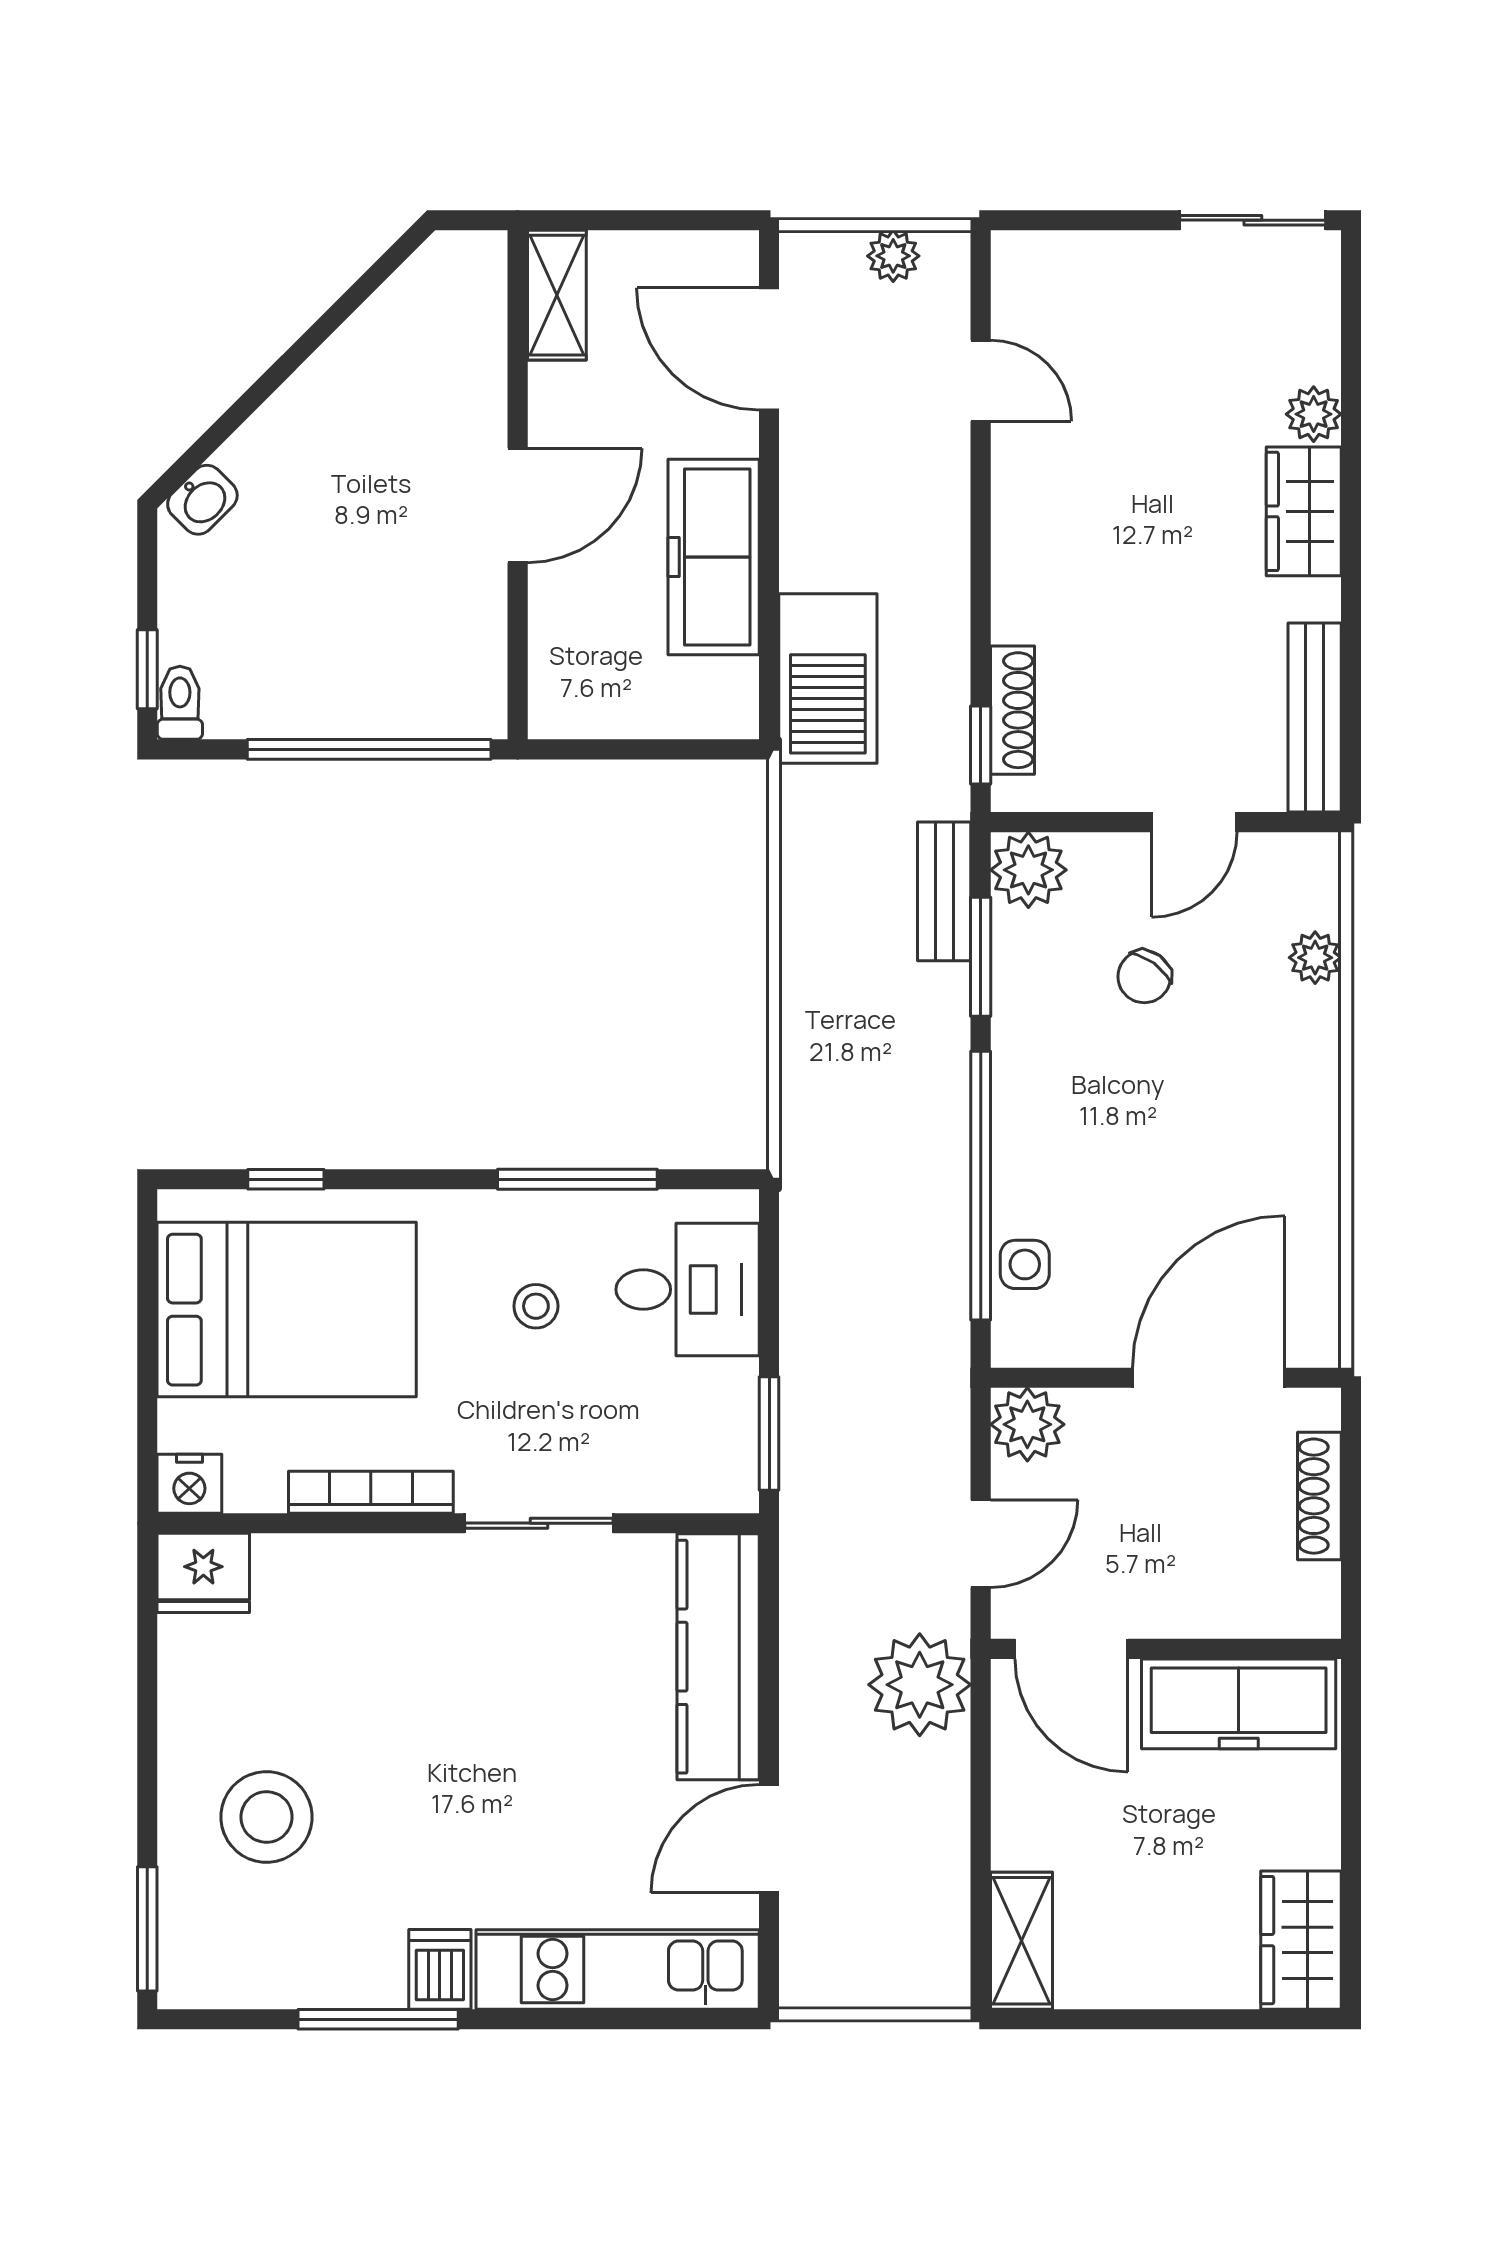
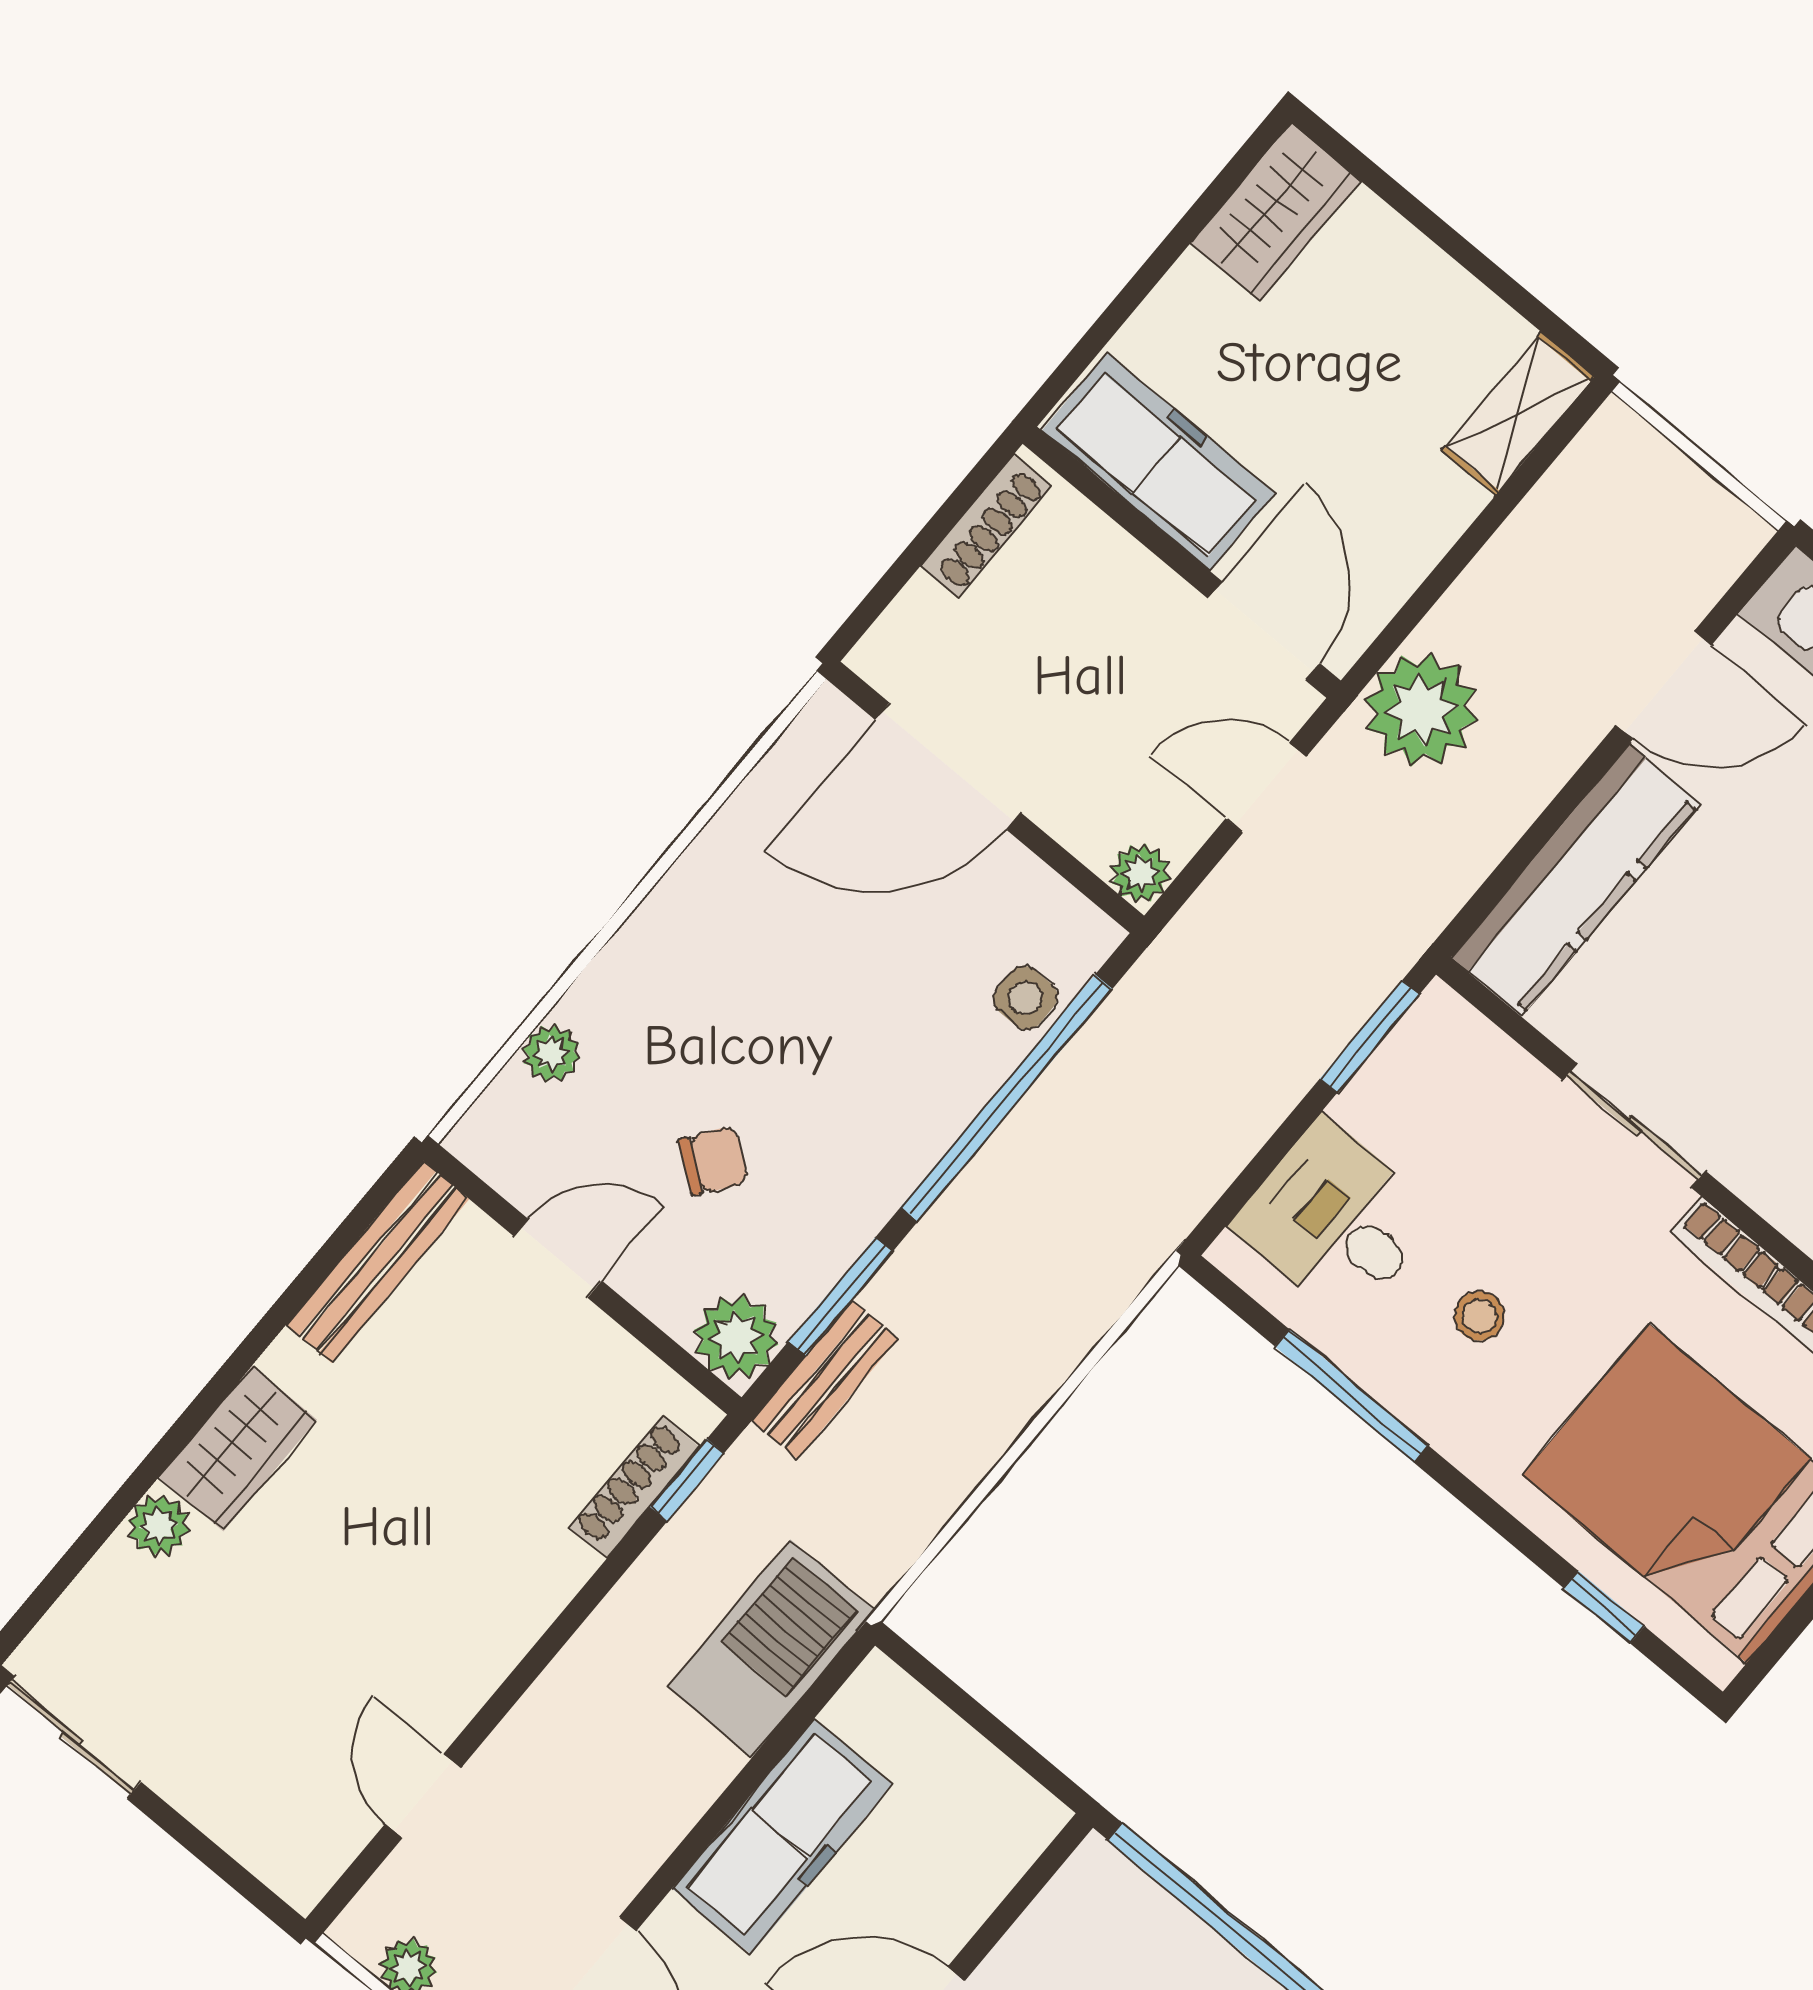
plant: (1027, 1424) -> (1140, 873), width x0.73, depth x0.73
shoe rack: (1319, 1496) -> (986, 526), moved

